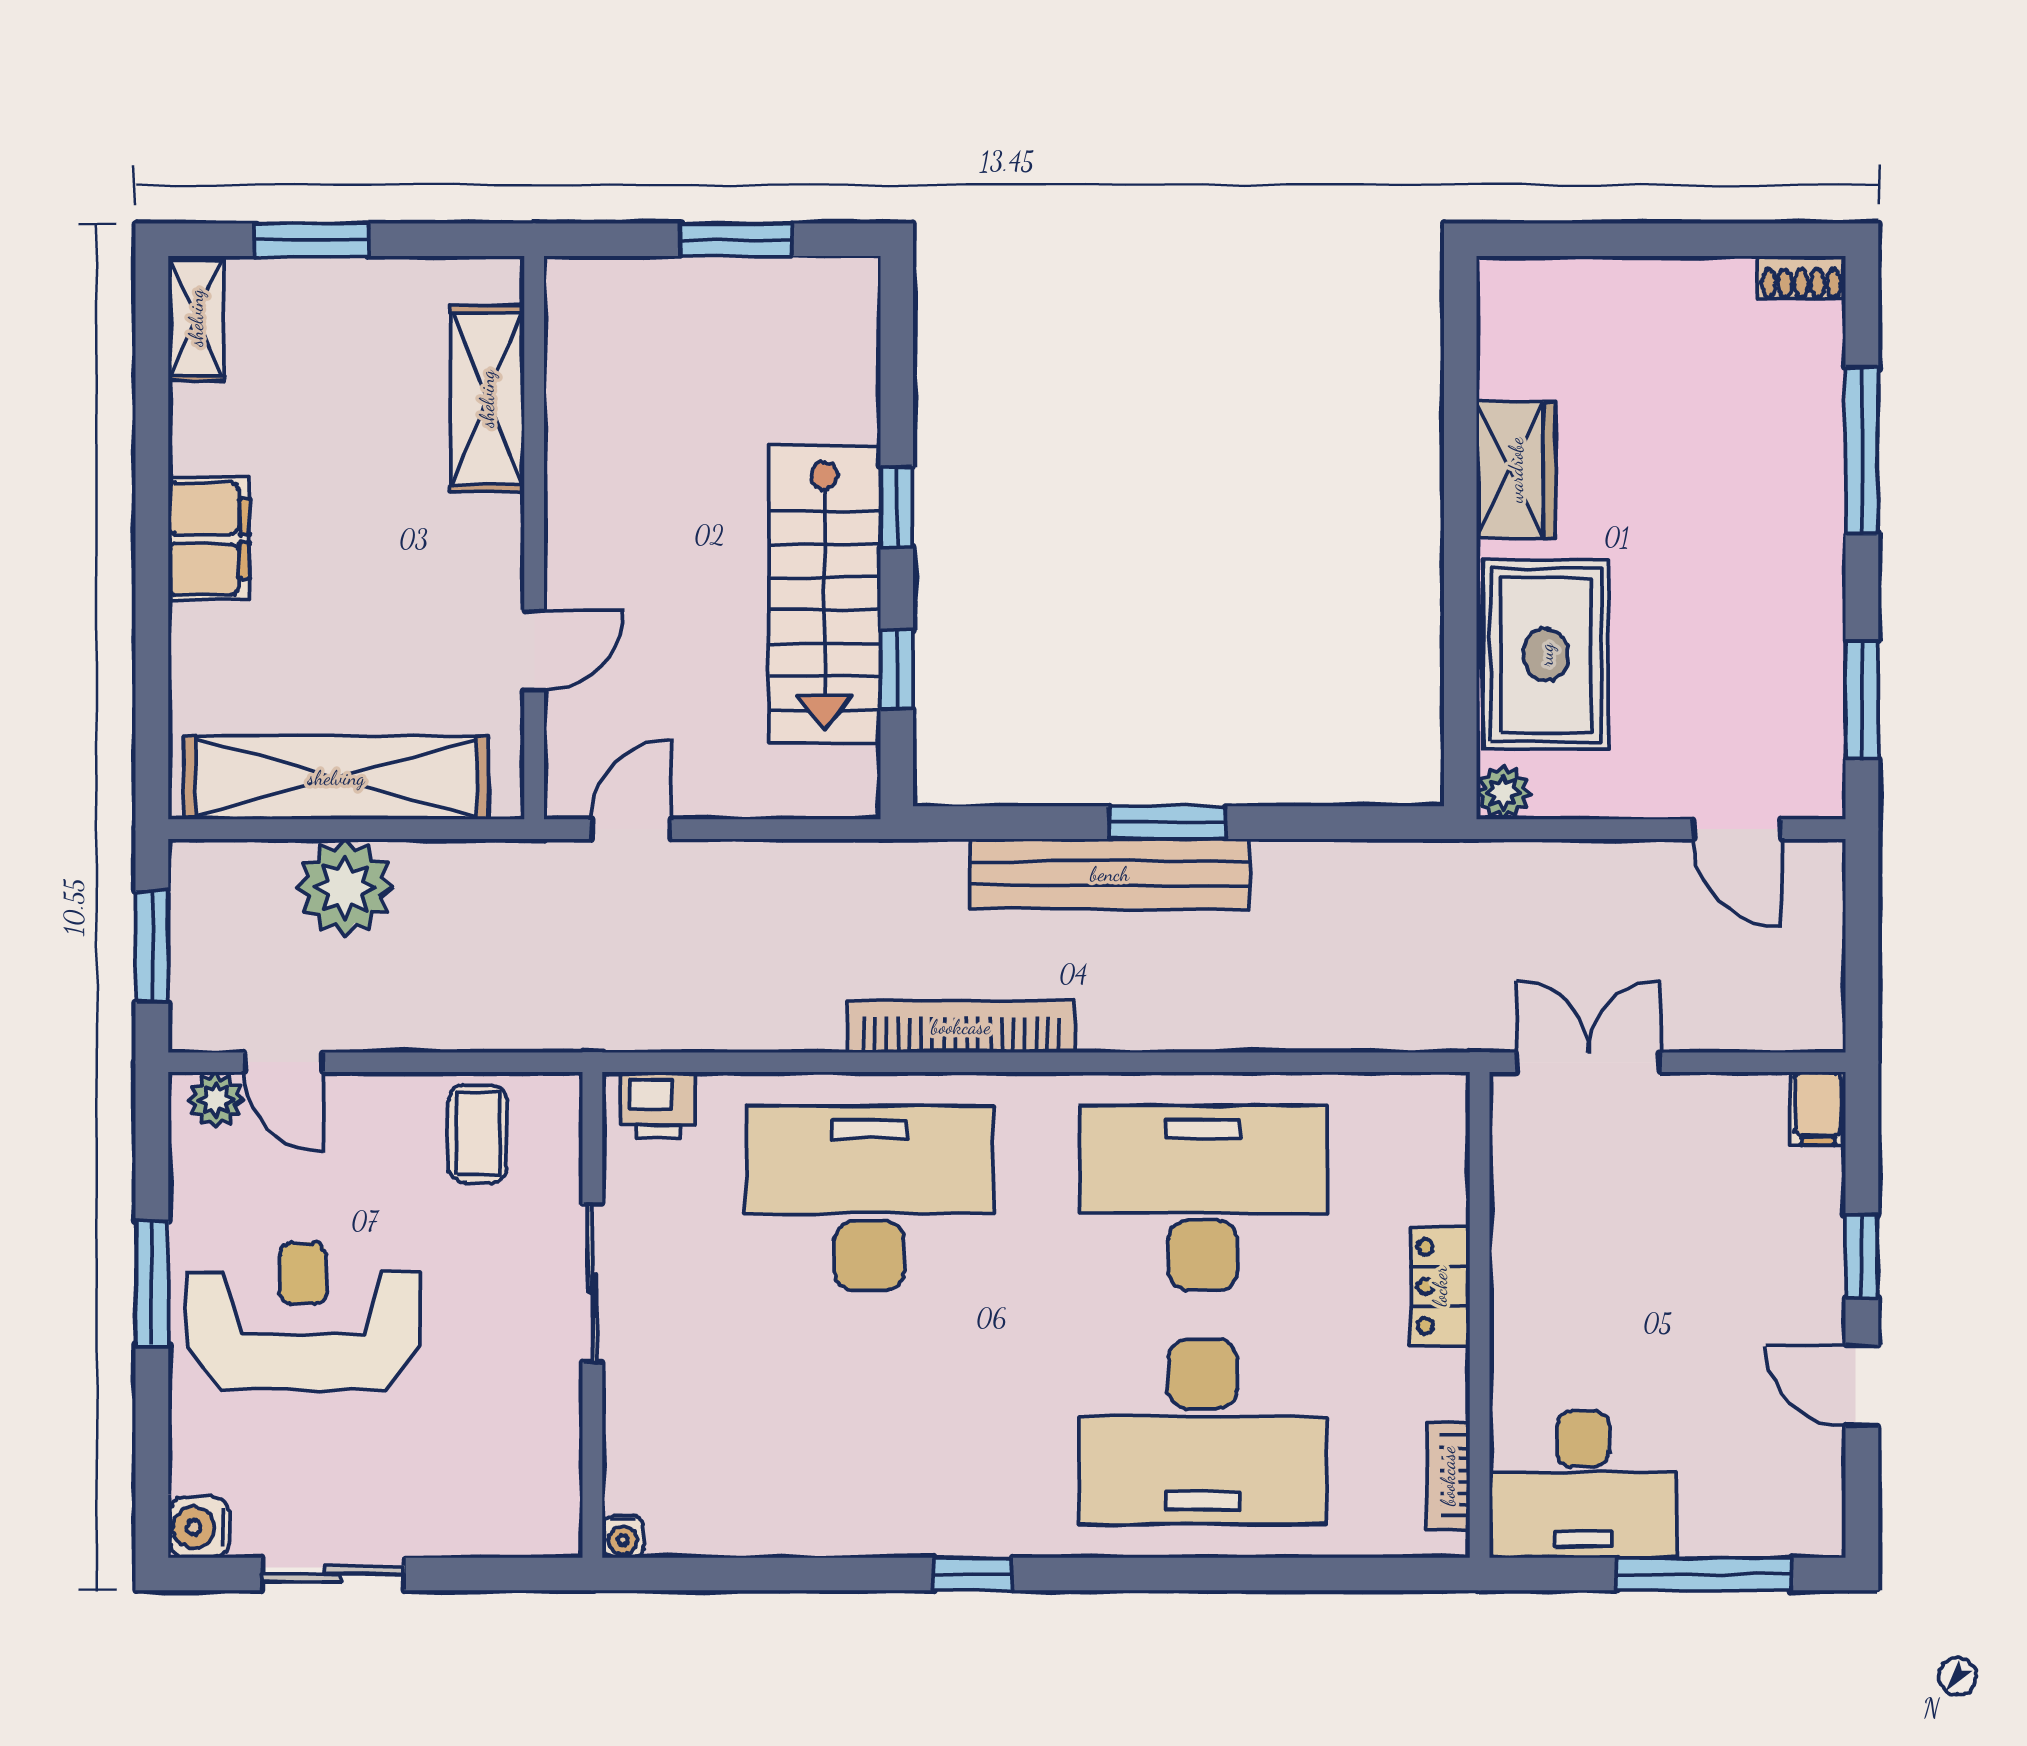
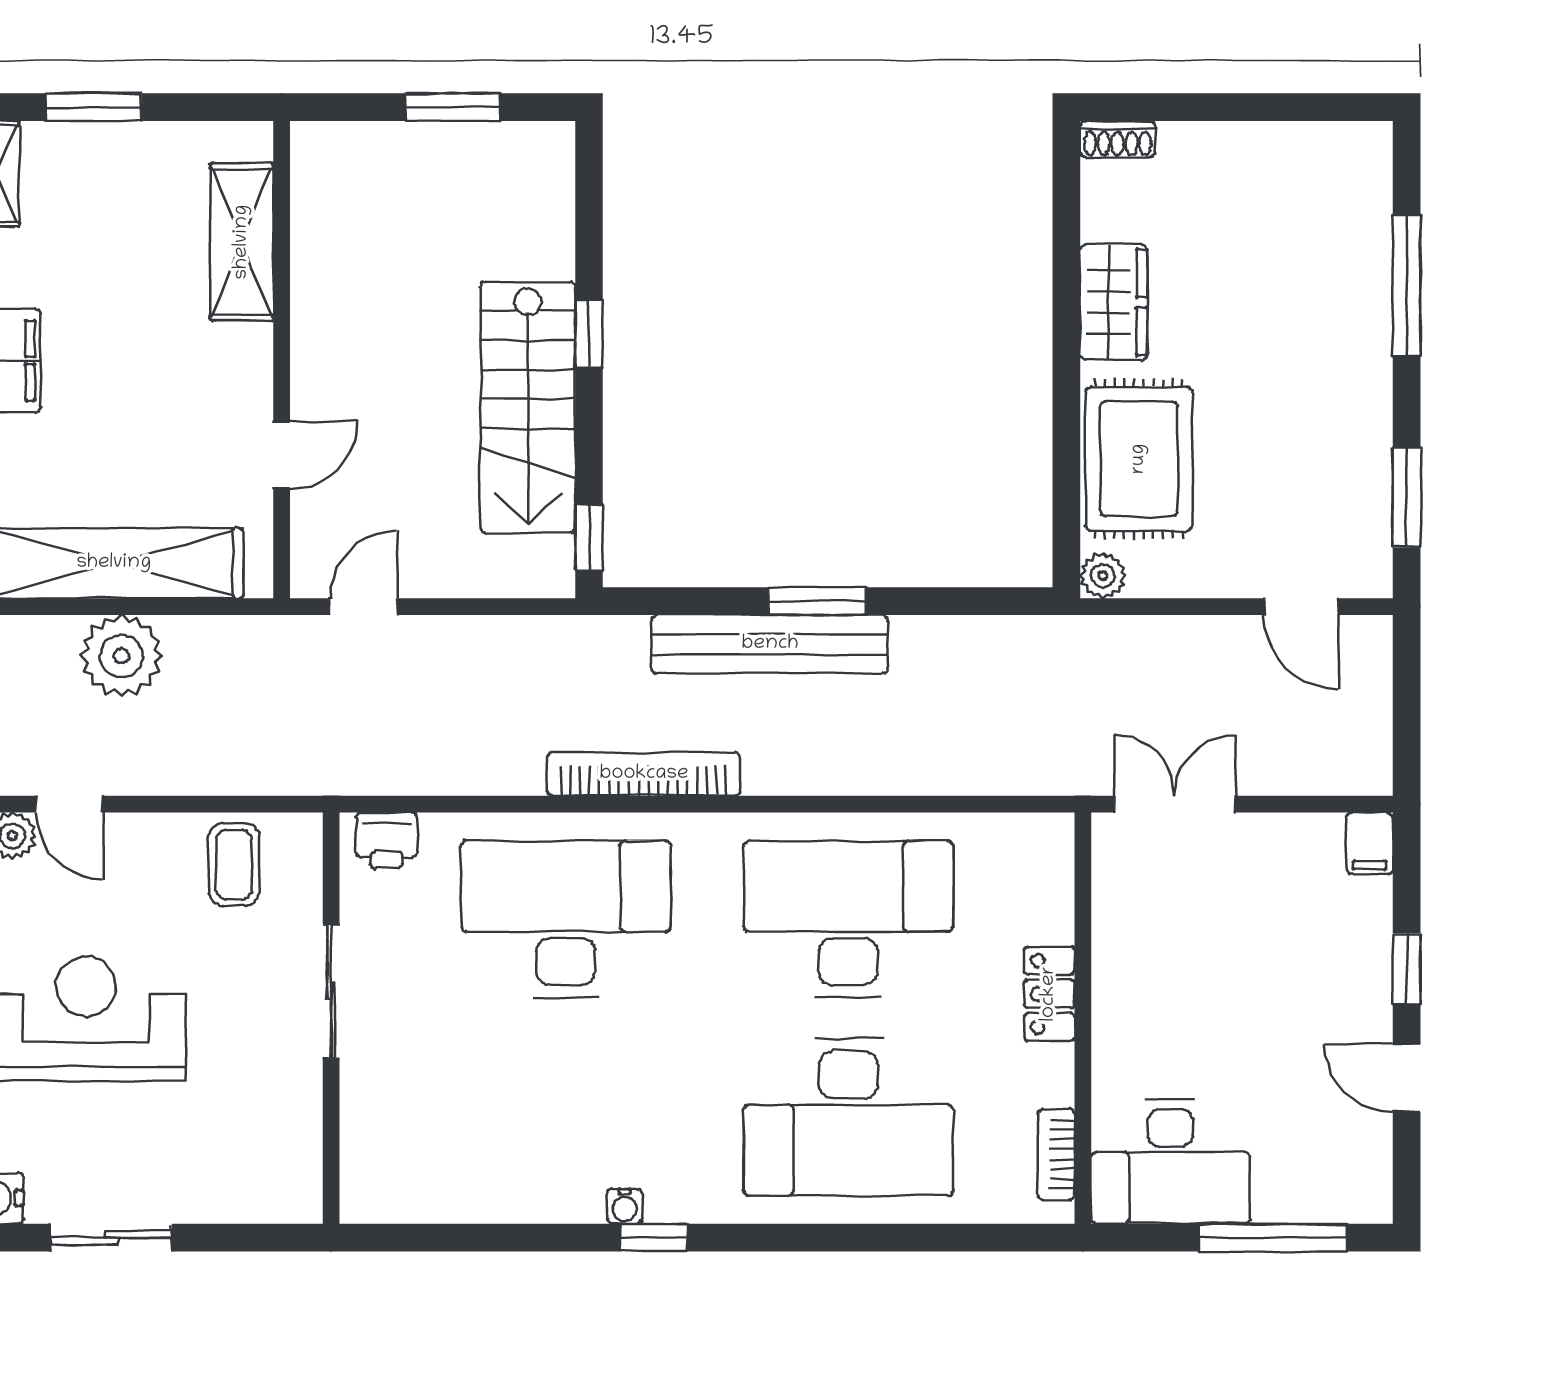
shoe rack: (1801, 277) -> (1118, 139), moved
window: (897, 670) -> (589, 537), moved
water cooler: (623, 1537) -> (625, 1206), moved

